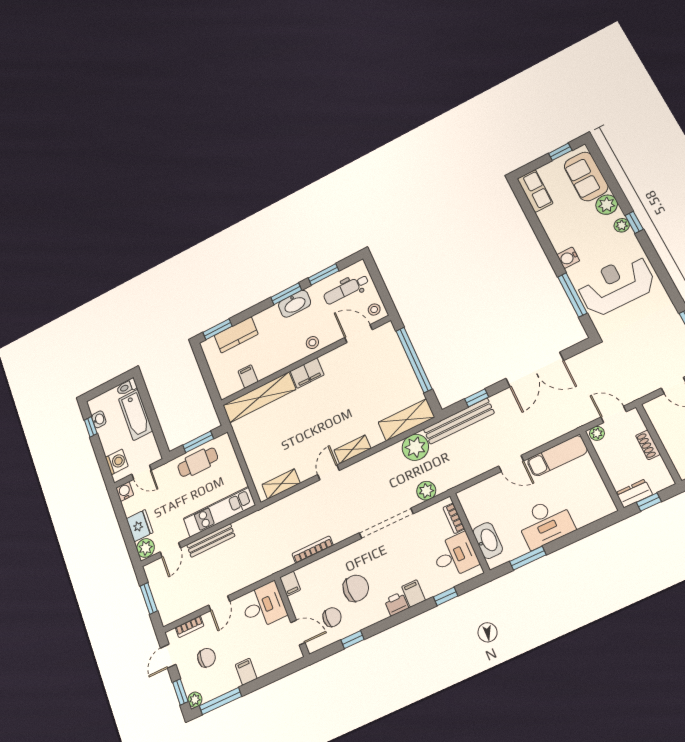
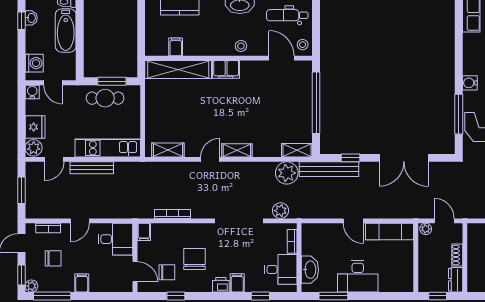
shelving: (406, 420) -> (297, 150), width x0.67, depth x0.75
dresser: (634, 493) -> (456, 280), moved, turned -90
chair: (356, 588) -> (194, 259), turned -90

